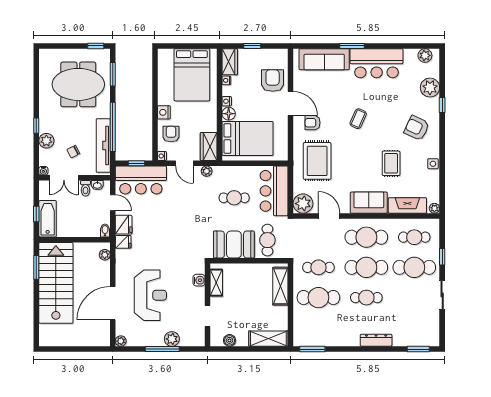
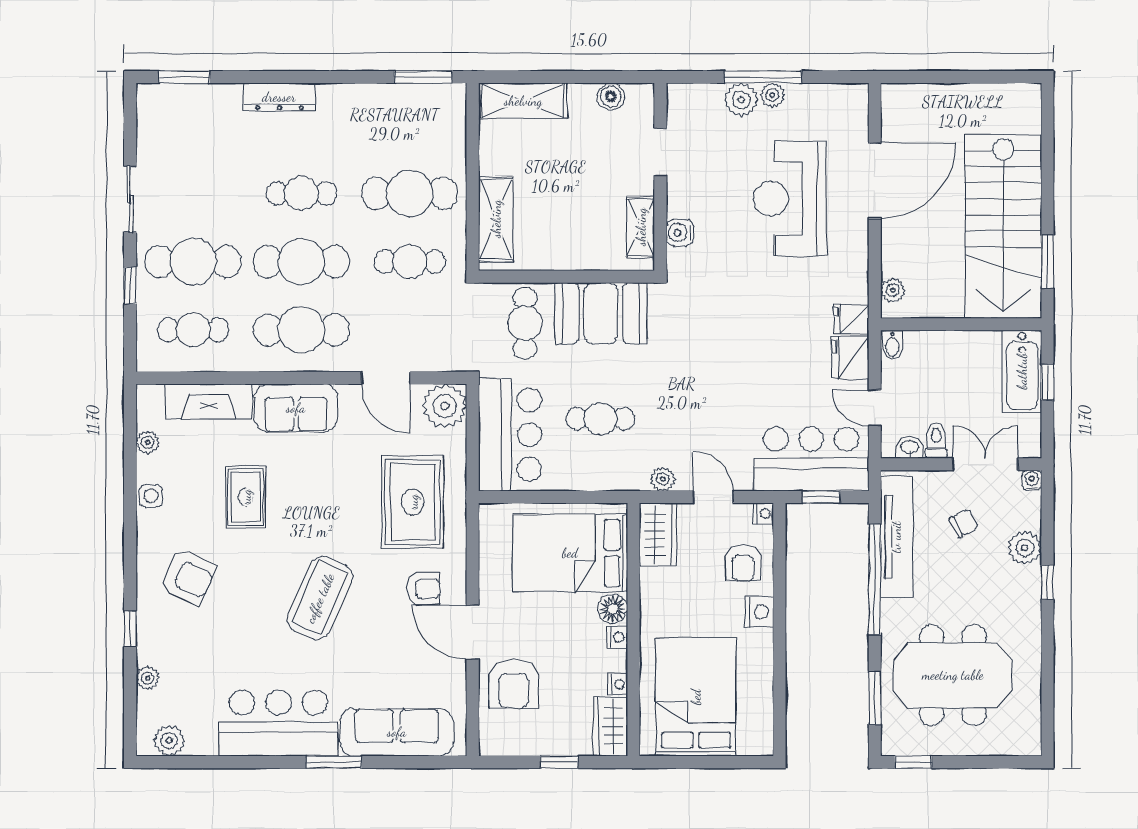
plant: (430, 88) -> (148, 678), width x0.53, depth x0.53
coffee table: (358, 119) -> (320, 598), width x1.86, depth x1.72
plant: (434, 208) -> (148, 442), moved
plant: (121, 341) -> (772, 95), moved

